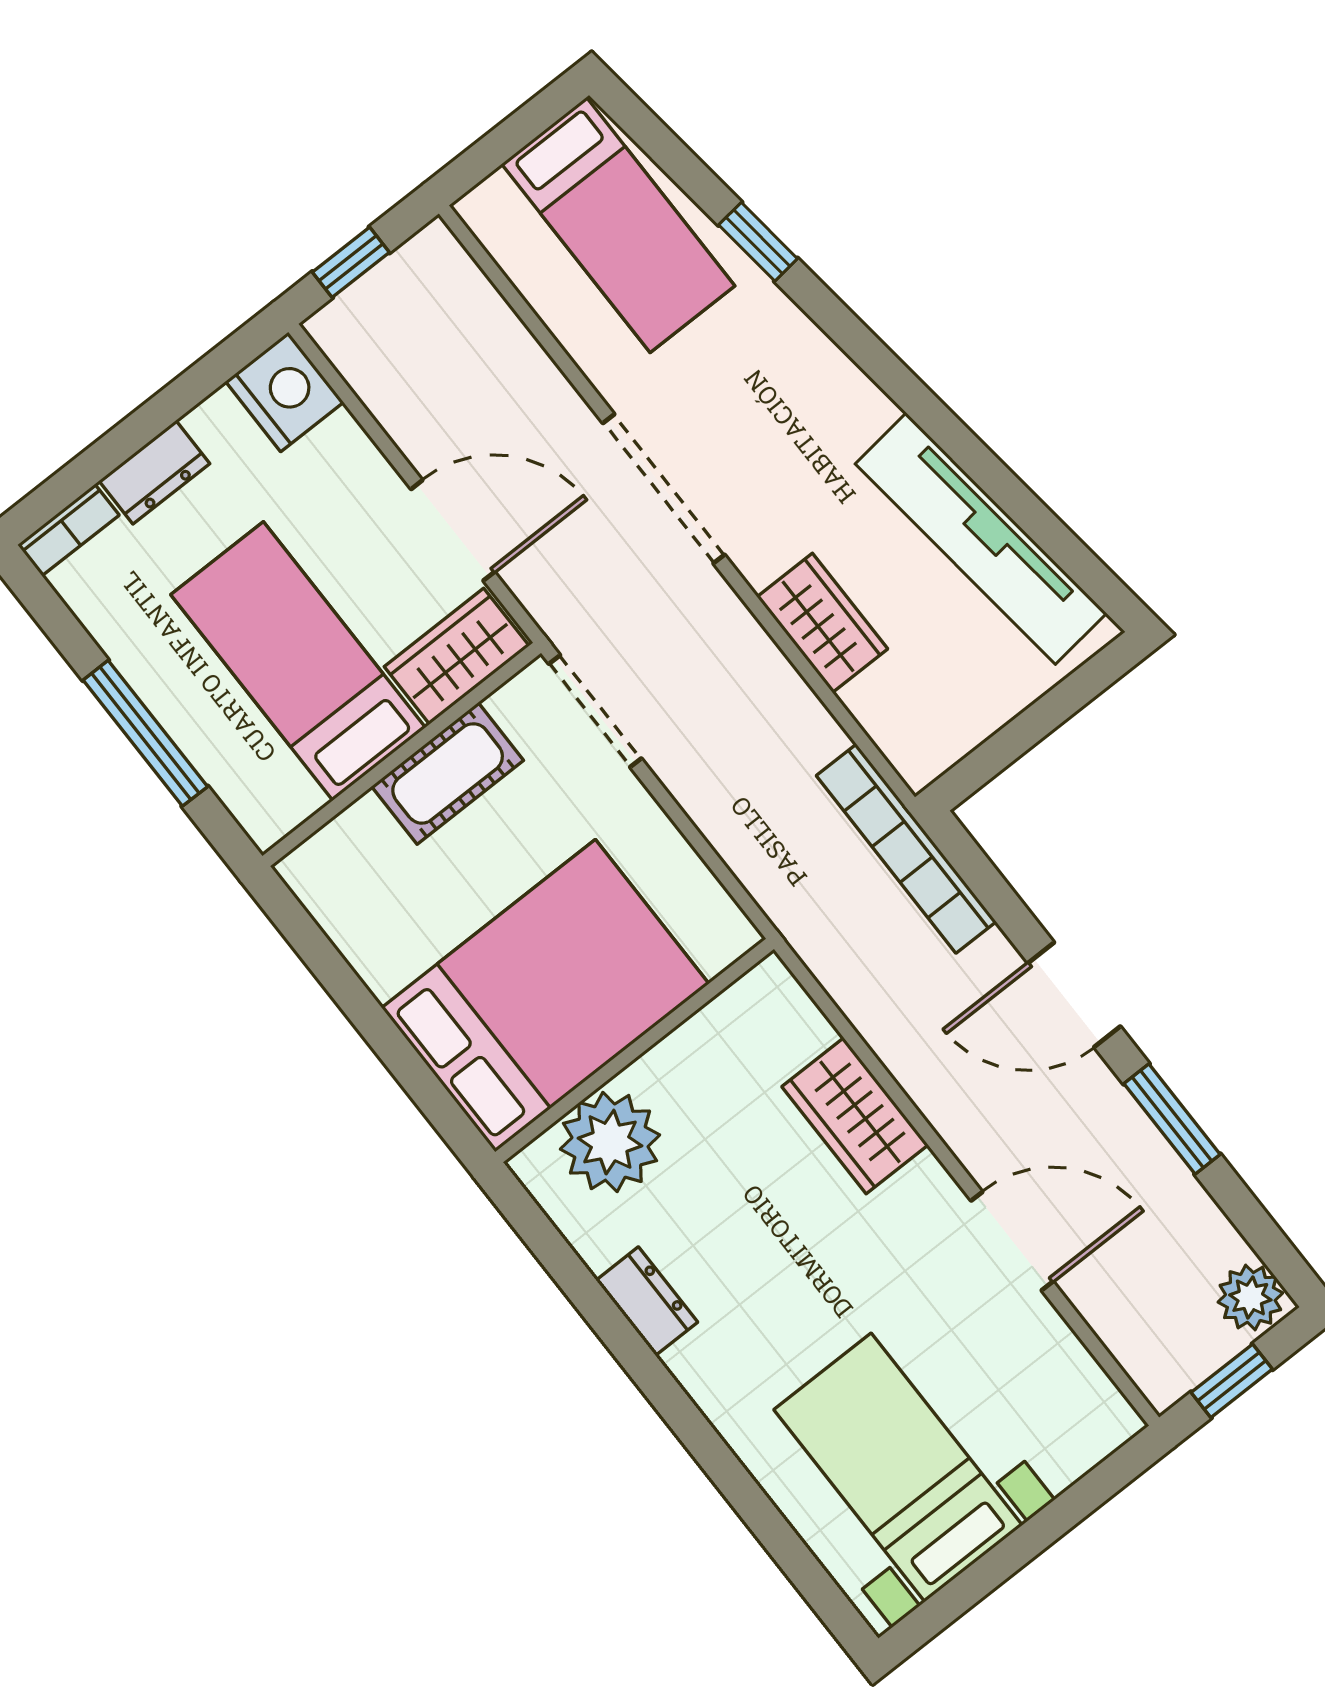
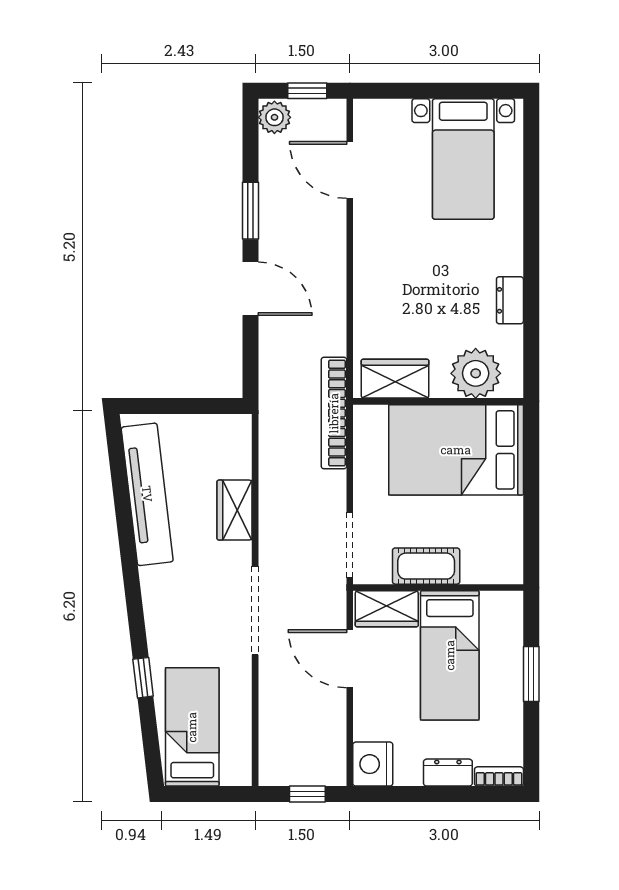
window: (145, 733) -> (531, 674), width x0.69
bookcase: (906, 849) -> (334, 413), moved, turned 180
wardrobe: (855, 1116) -> (395, 379), moved, turned -90
door: (1012, 1241) -> (350, 170), moved

